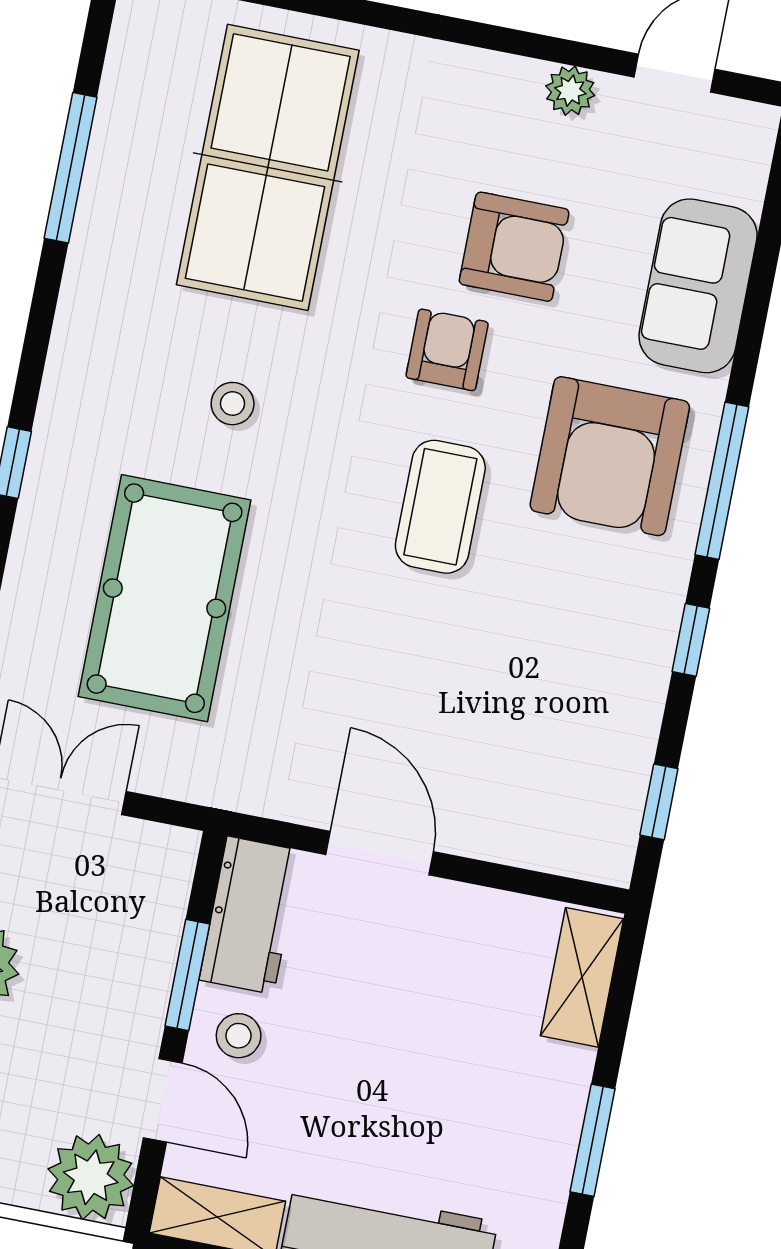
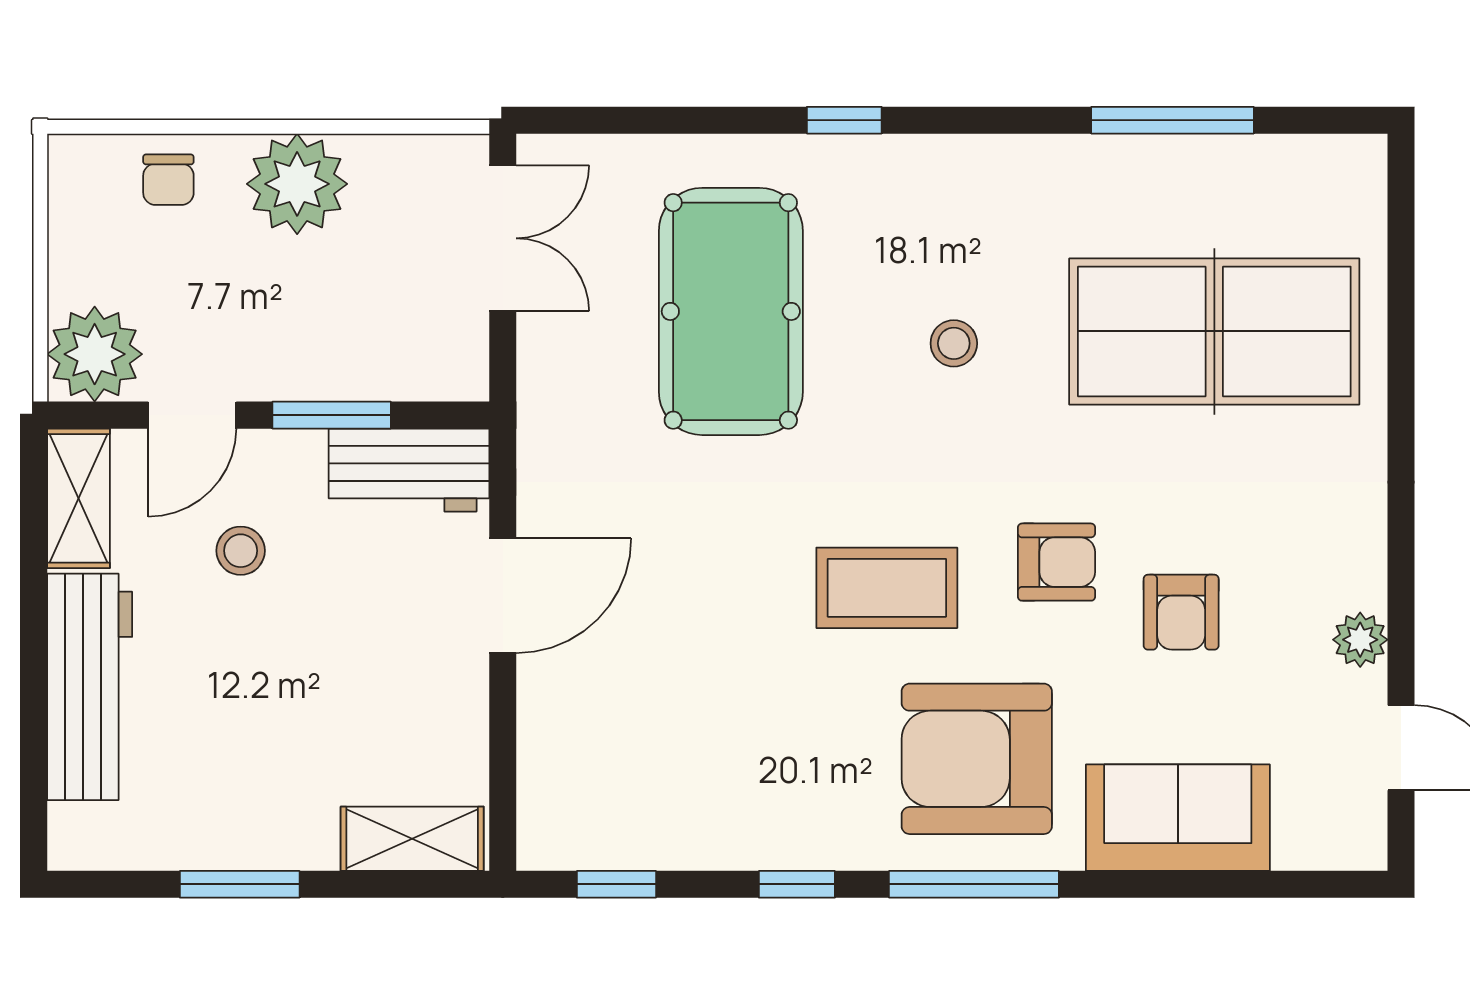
armchair: (514, 247) -> (1181, 612), width x0.72, depth x0.72
pool table: (165, 598) -> (731, 311), turned 90
stool: (239, 1036) -> (241, 551), moved

